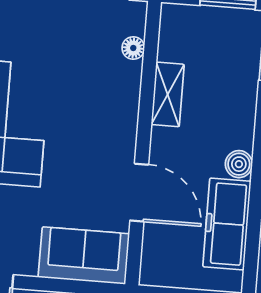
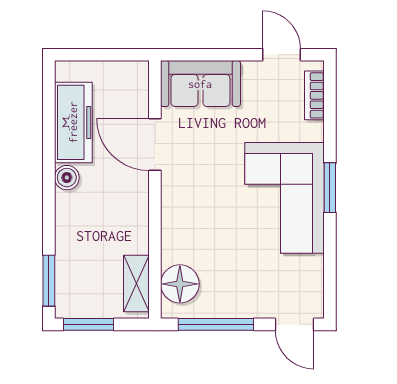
floor lamp: (133, 48) -> (180, 284), width x1.89, depth x1.89
shelving: (168, 94) -> (136, 283), moved

